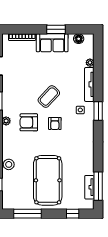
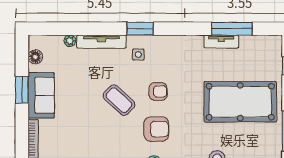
armchair: (29, 122) -> (156, 129), turned -90
window: (98, 186) -> (232, 29), moved
tv unit: (89, 187) -> (221, 41), moved

